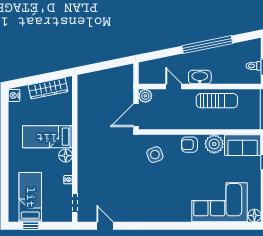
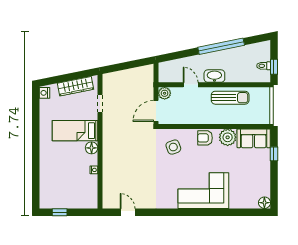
bed: (30, 197) -> (59, 186), removed
corner sofa: (219, 202) -> (203, 191), moved
doorway: (75, 203) -> (100, 104), moved

